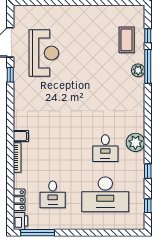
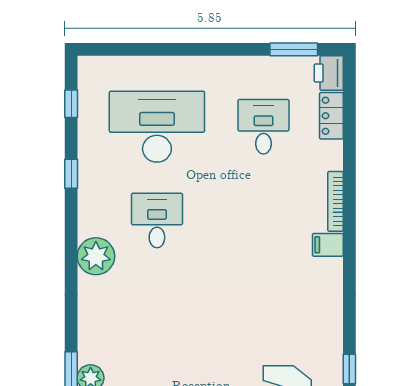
plant: (135, 142) -> (96, 256), moved
window: (38, 233) -> (294, 49), width x0.69

